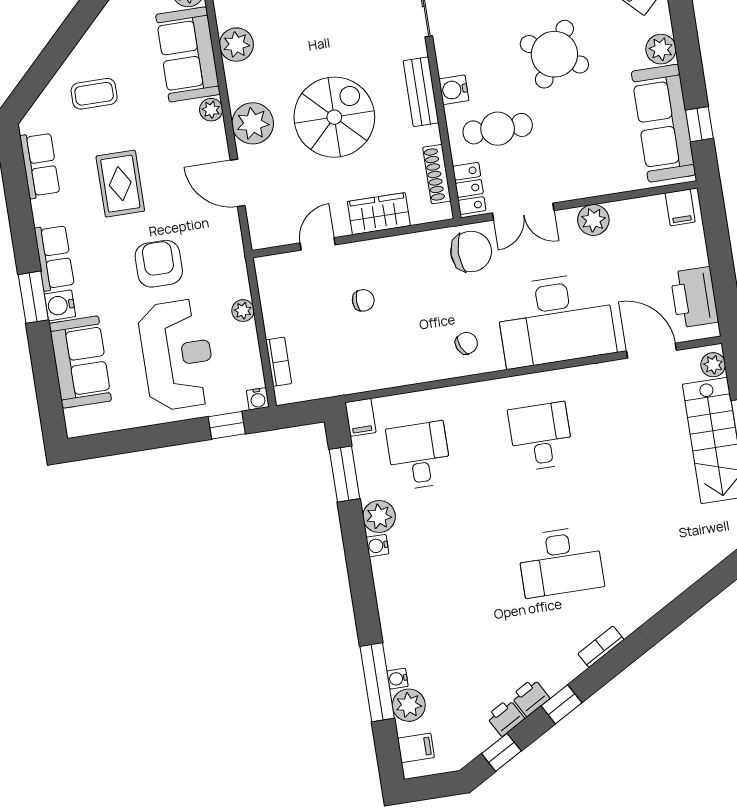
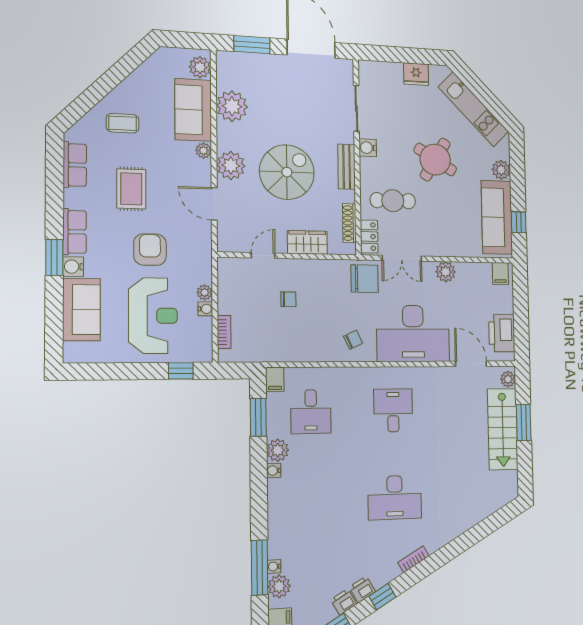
plant: (236, 45) -> (232, 106), width x1.36, depth x1.36
water cooler: (454, 90) -> (368, 148), moved
water cooler: (258, 399) -> (205, 309), moved, turned -90
desk: (419, 456) -> (311, 412), turned 180

